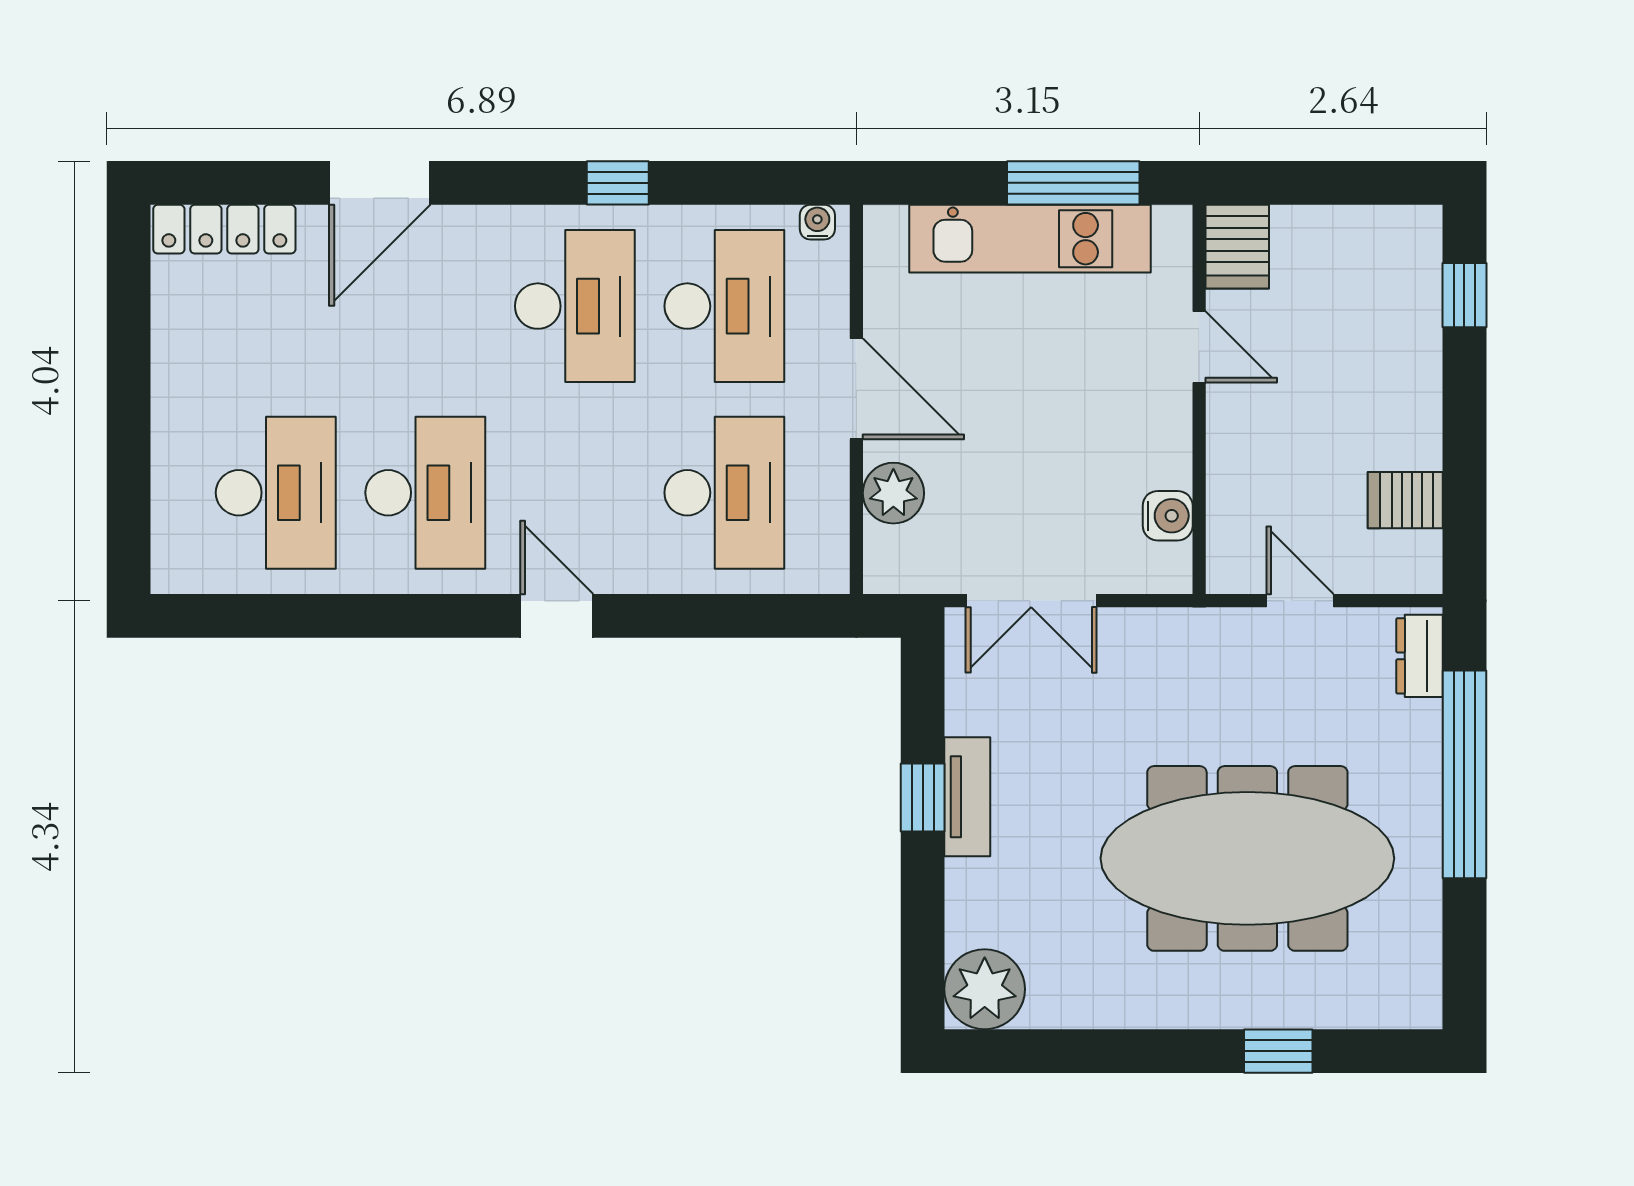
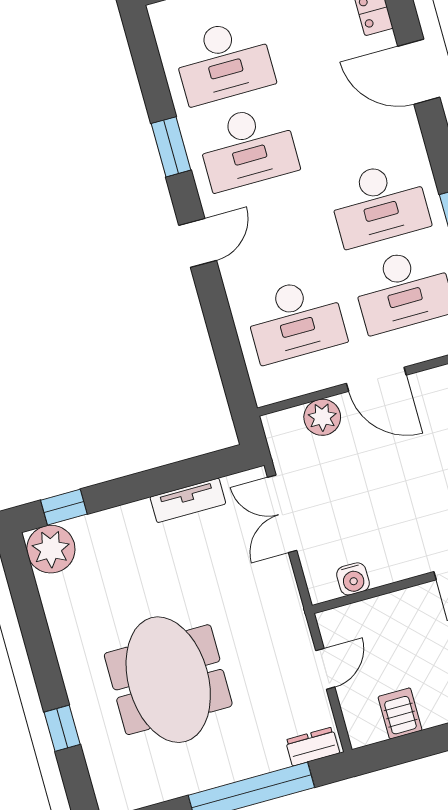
door: (856, 389) -> (376, 379), hinge flipped
window: (390, 616) -> (171, 147), added
window: (923, 797) -> (64, 507), moved
tv unit: (967, 797) -> (188, 500), moved
meeting table: (1247, 858) -> (168, 680), width x0.73

